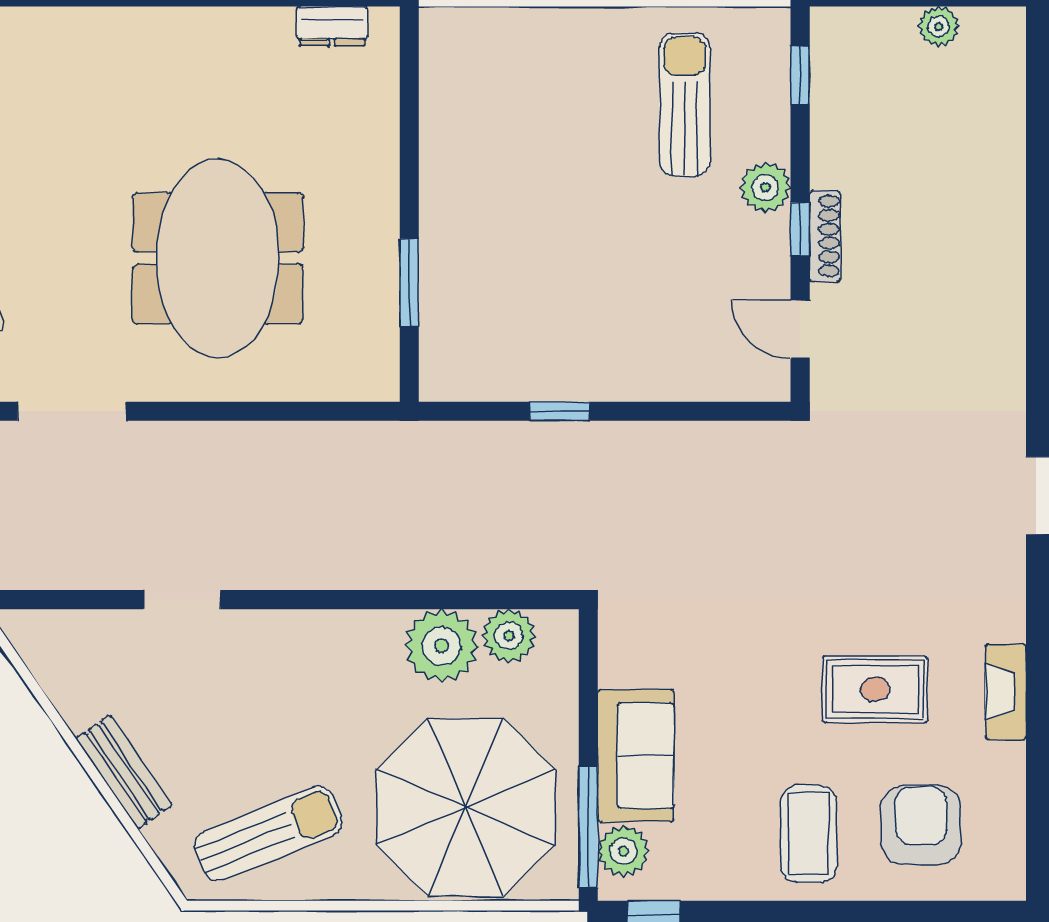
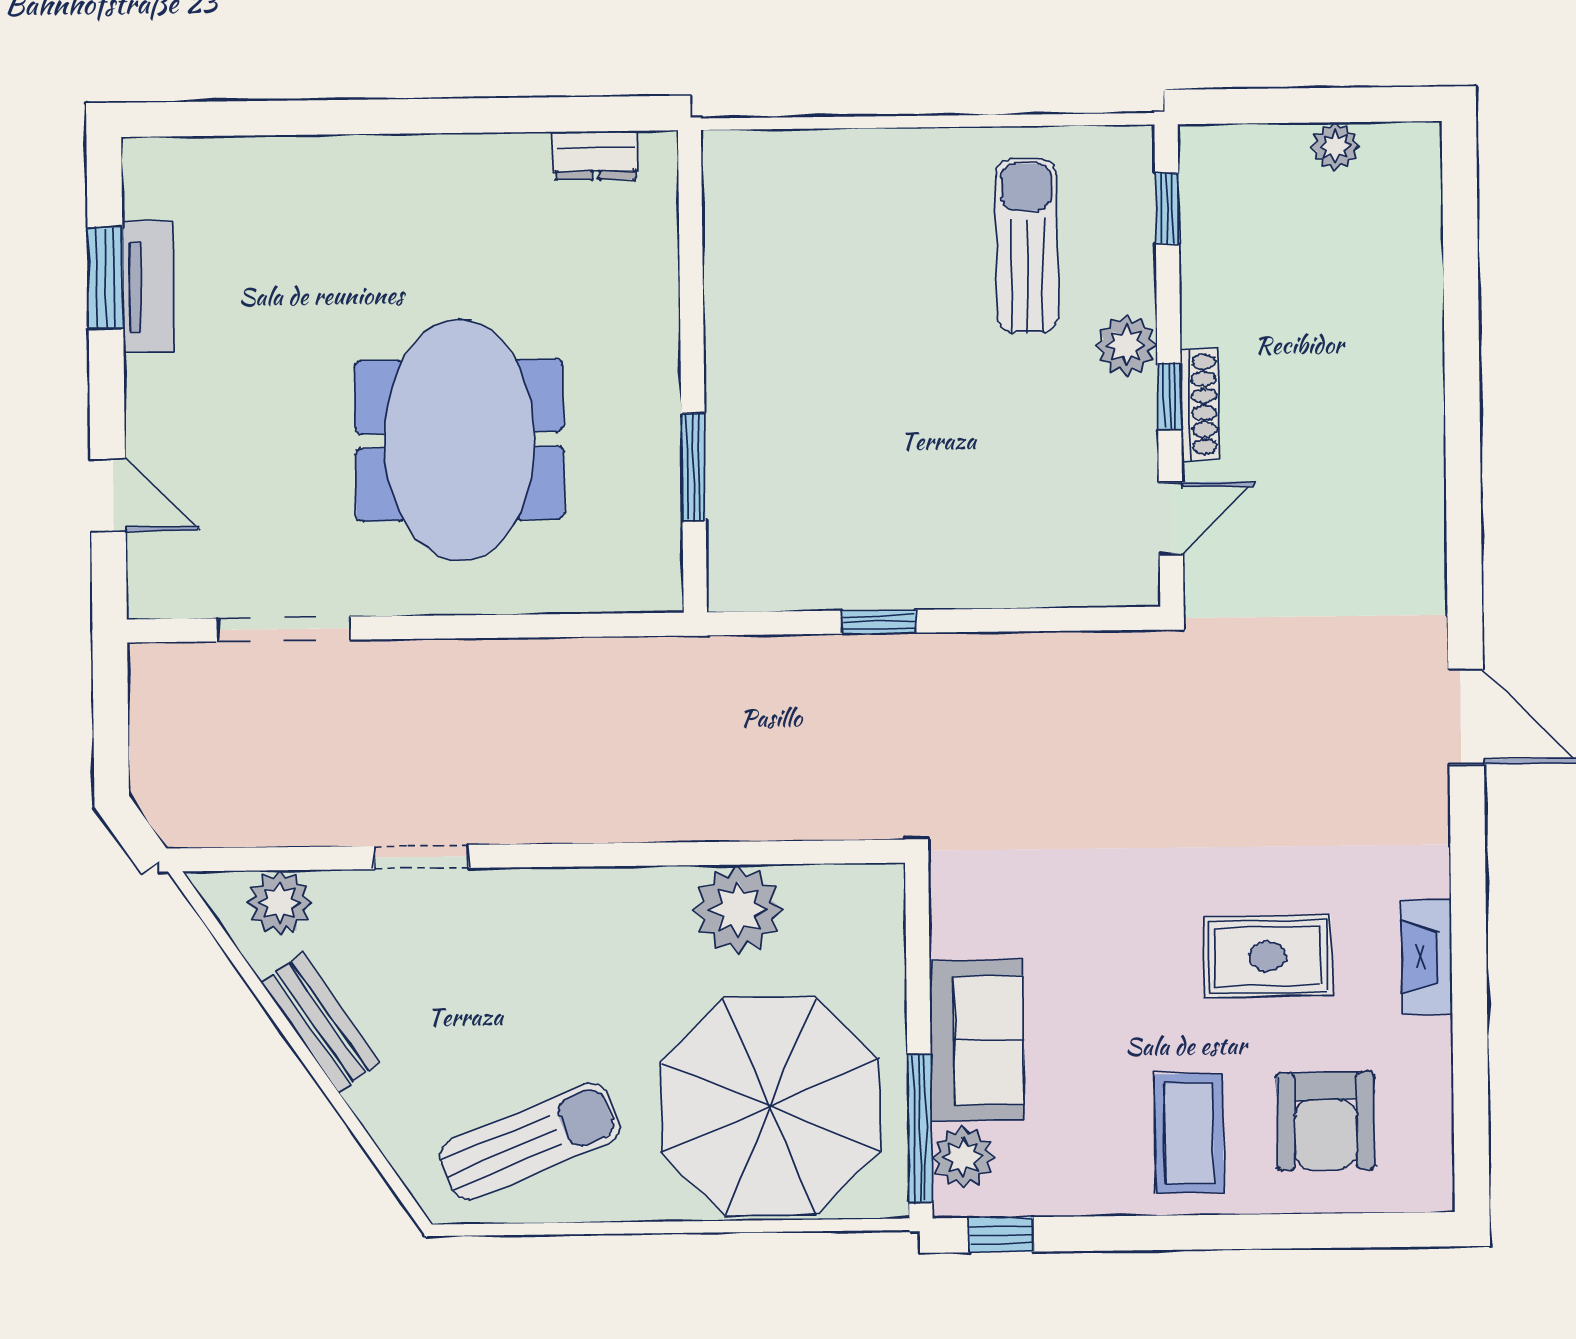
door: (800, 329) -> (1171, 518), swing flipped
plant: (509, 636) -> (279, 903), moved
bench: (124, 772) -> (321, 1023), moved
armchair: (921, 825) -> (1326, 1121), turned 180

